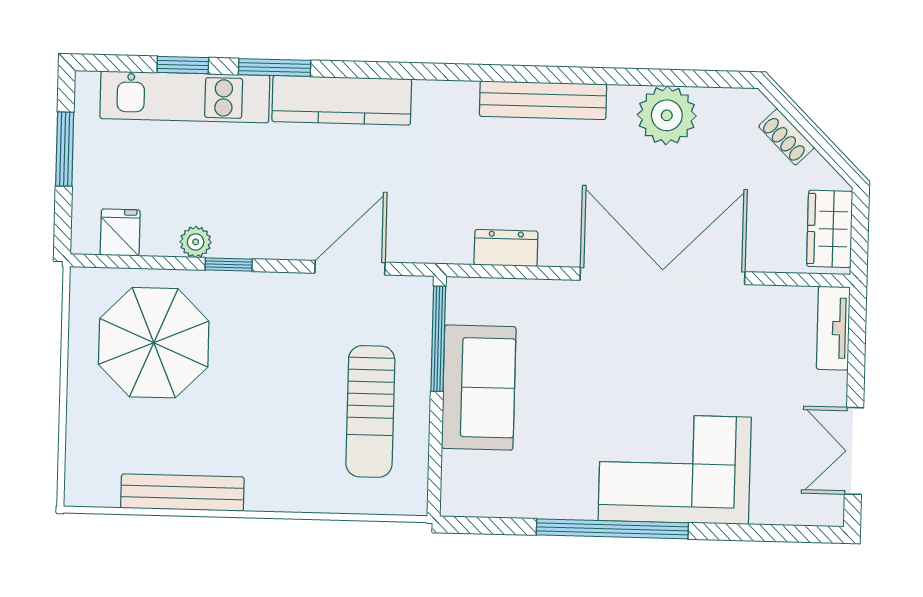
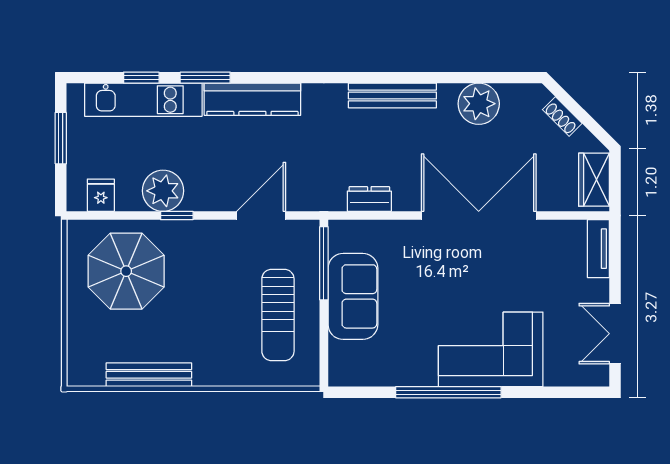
plant: (196, 242) -> (163, 191), width x1.88, depth x1.88

